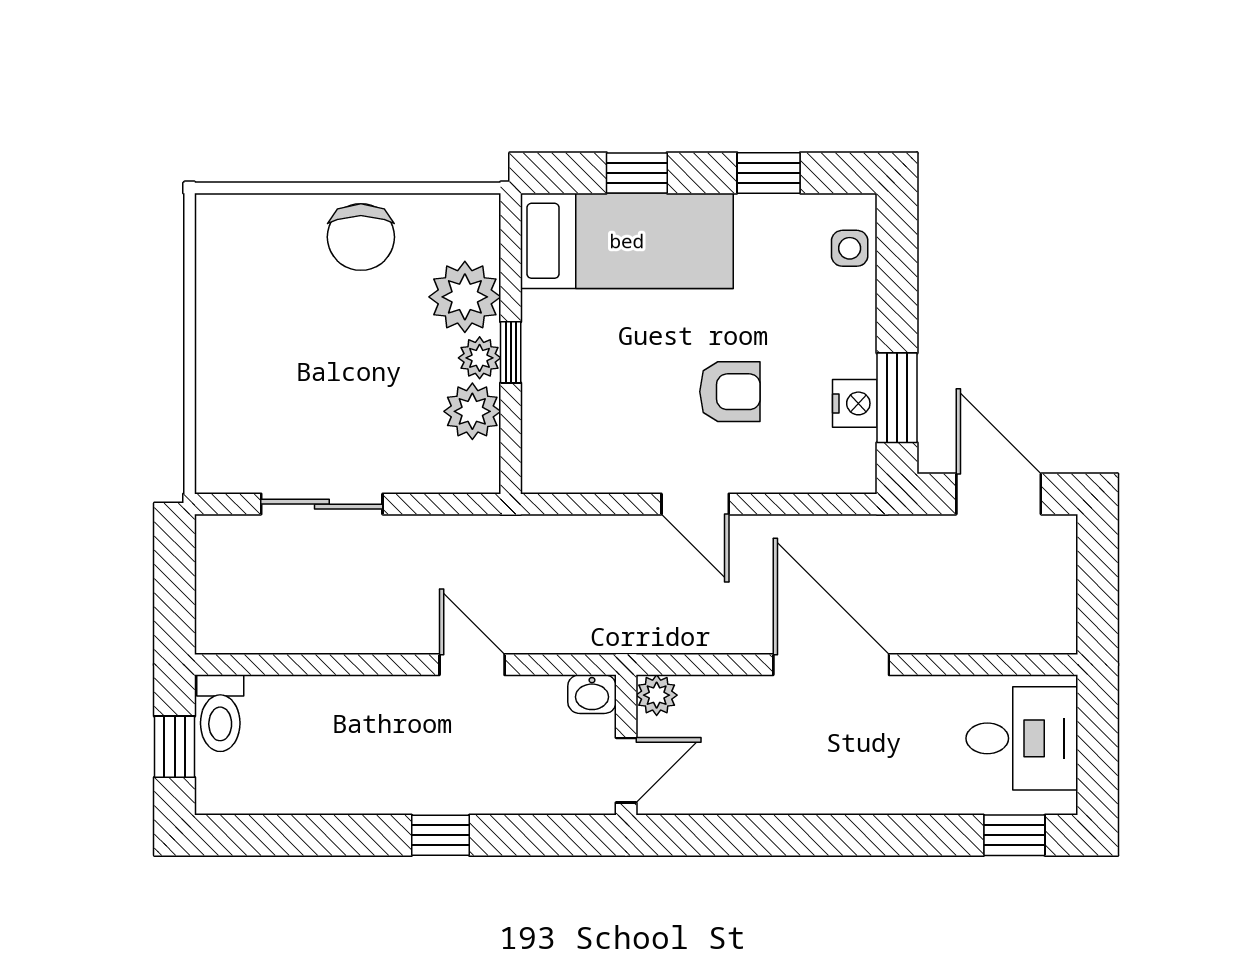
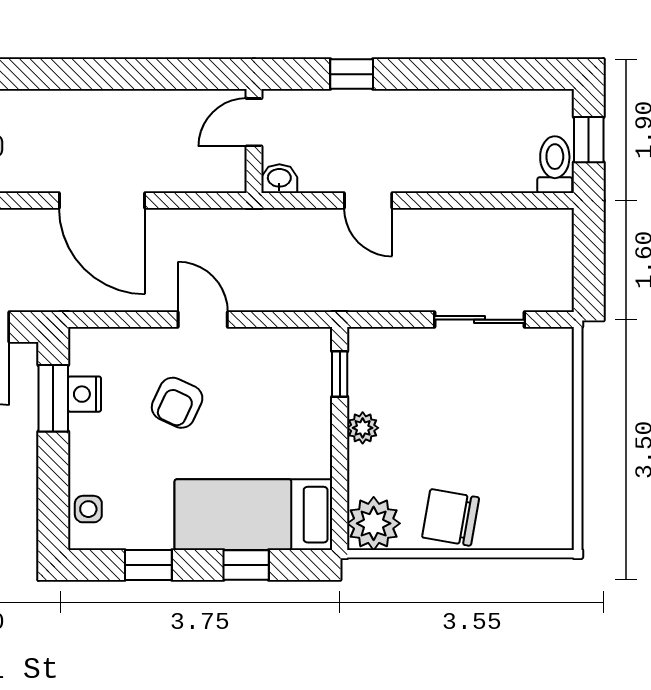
chair: (361, 237) -> (451, 517), turned -80
plant: (465, 297) -> (374, 523), moved
window: (511, 352) -> (340, 374), moved
armchair: (730, 392) -> (177, 403), turned -65
plant: (472, 411) -> (368, 388), removed
plant: (657, 695) -> (231, 178), removed
window: (441, 835) -> (352, 74), moved

